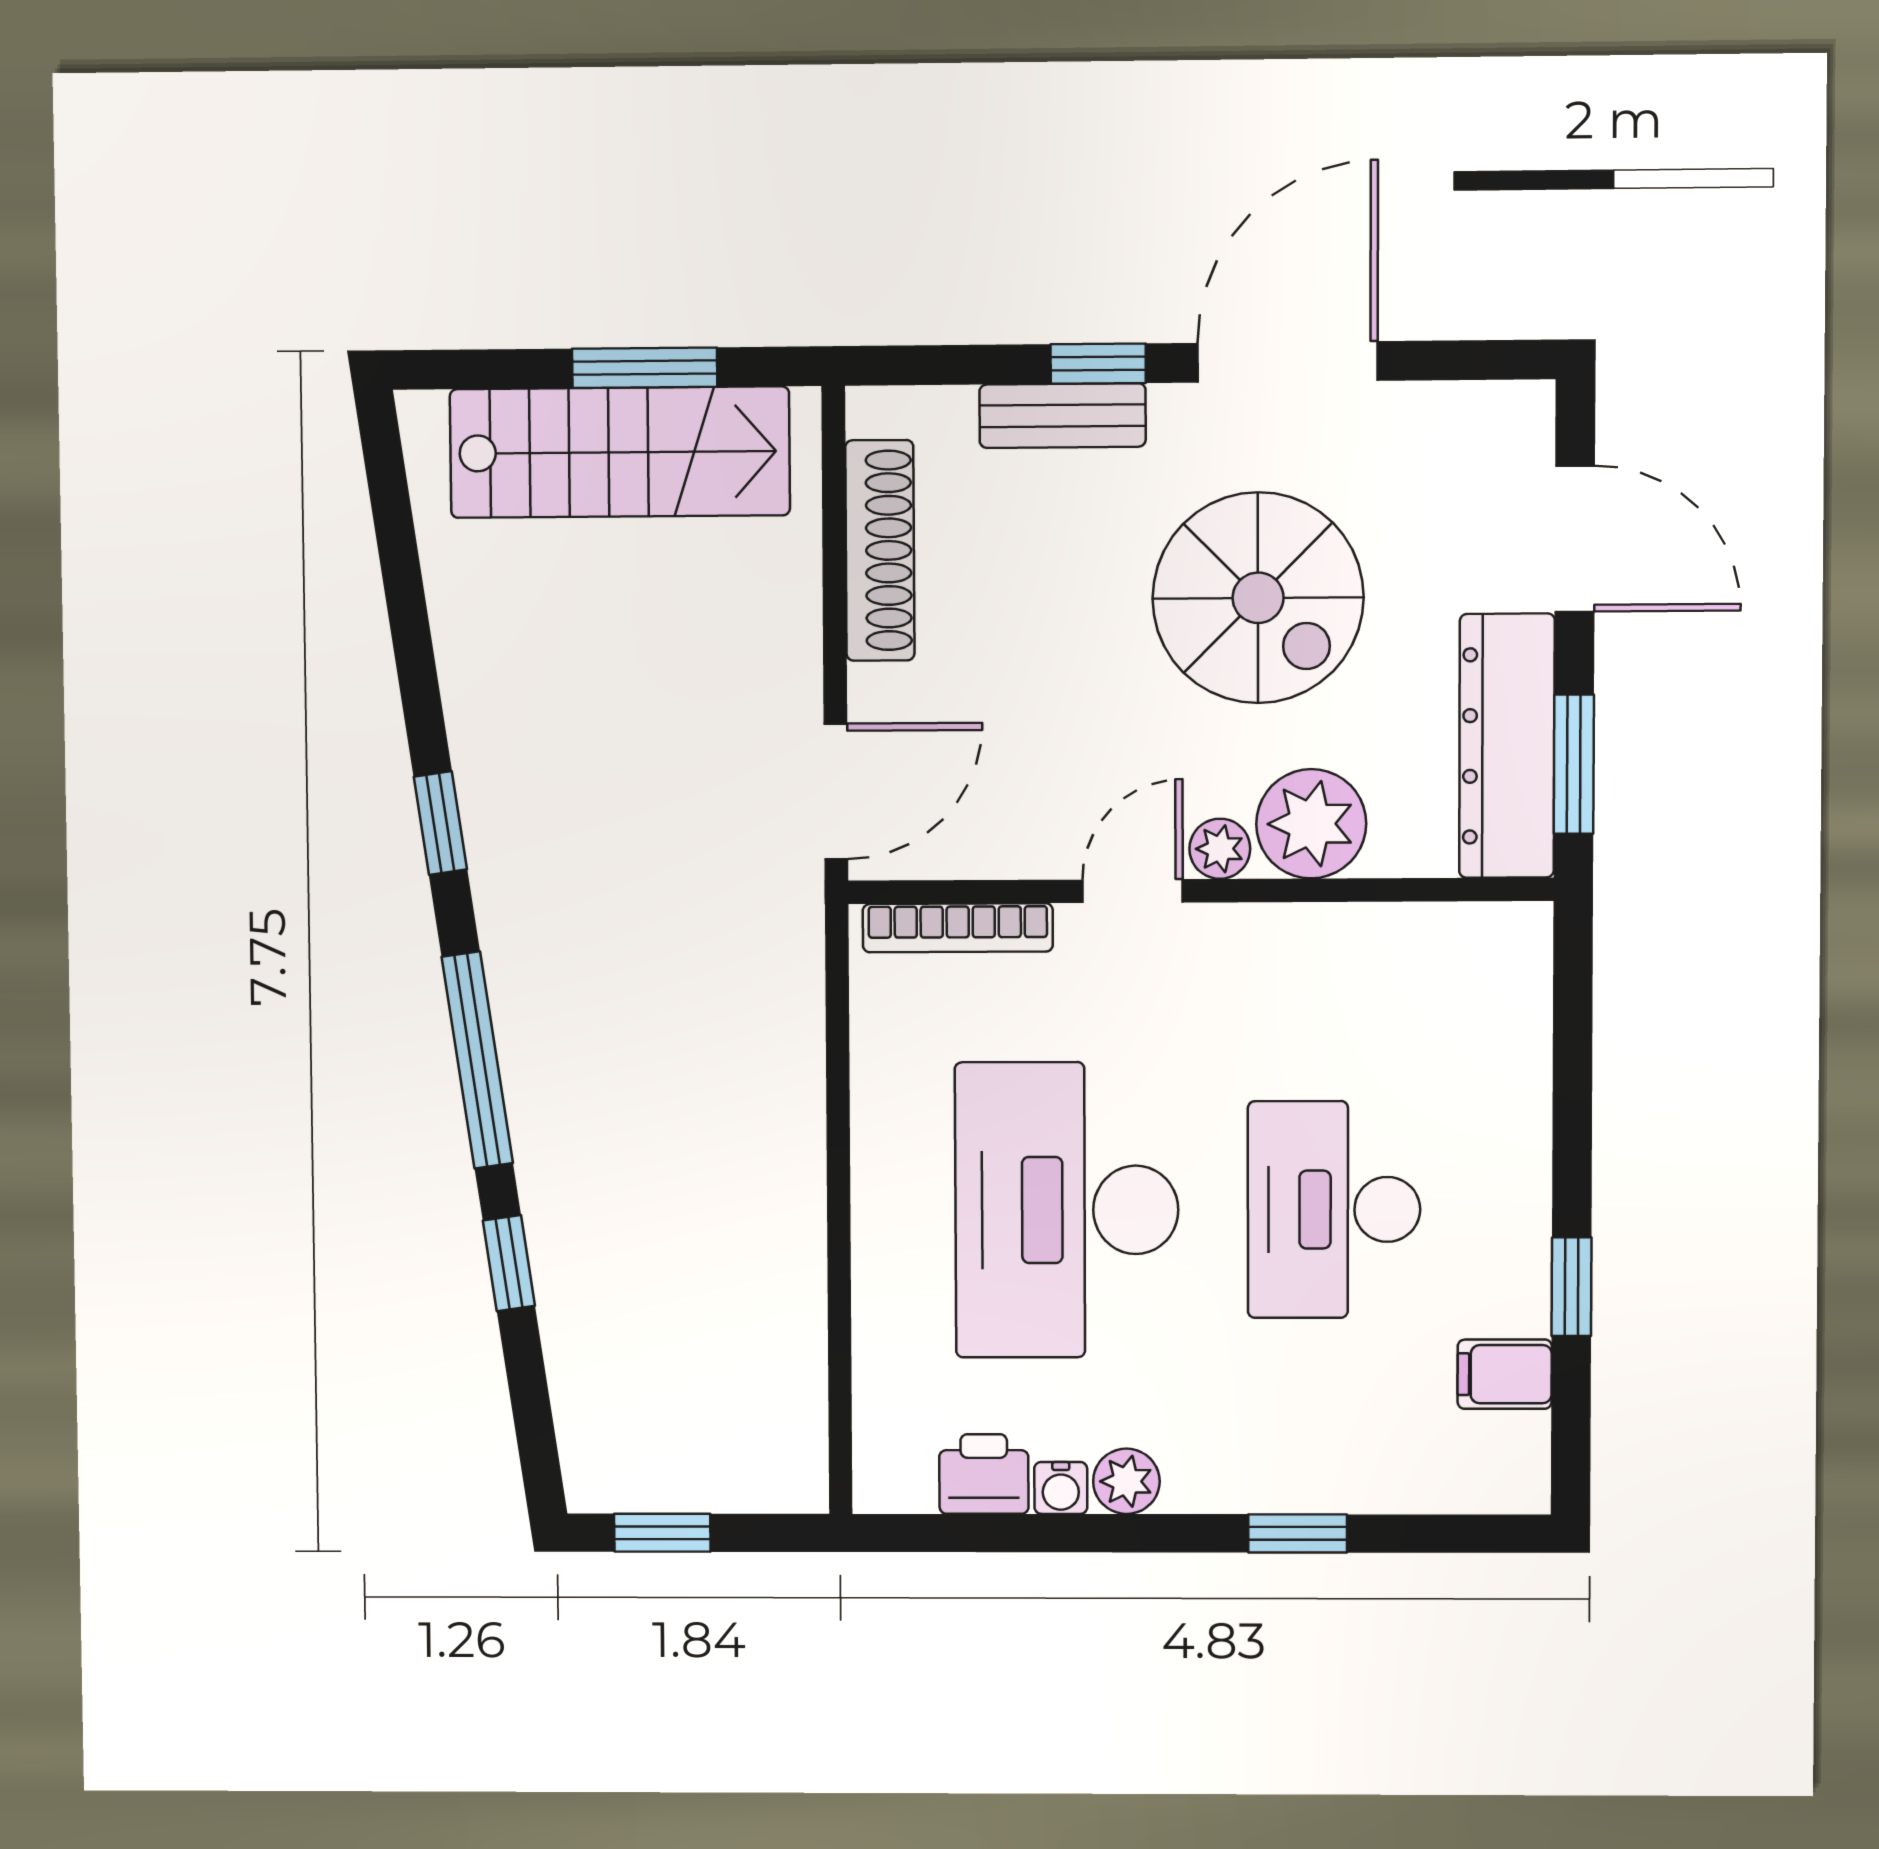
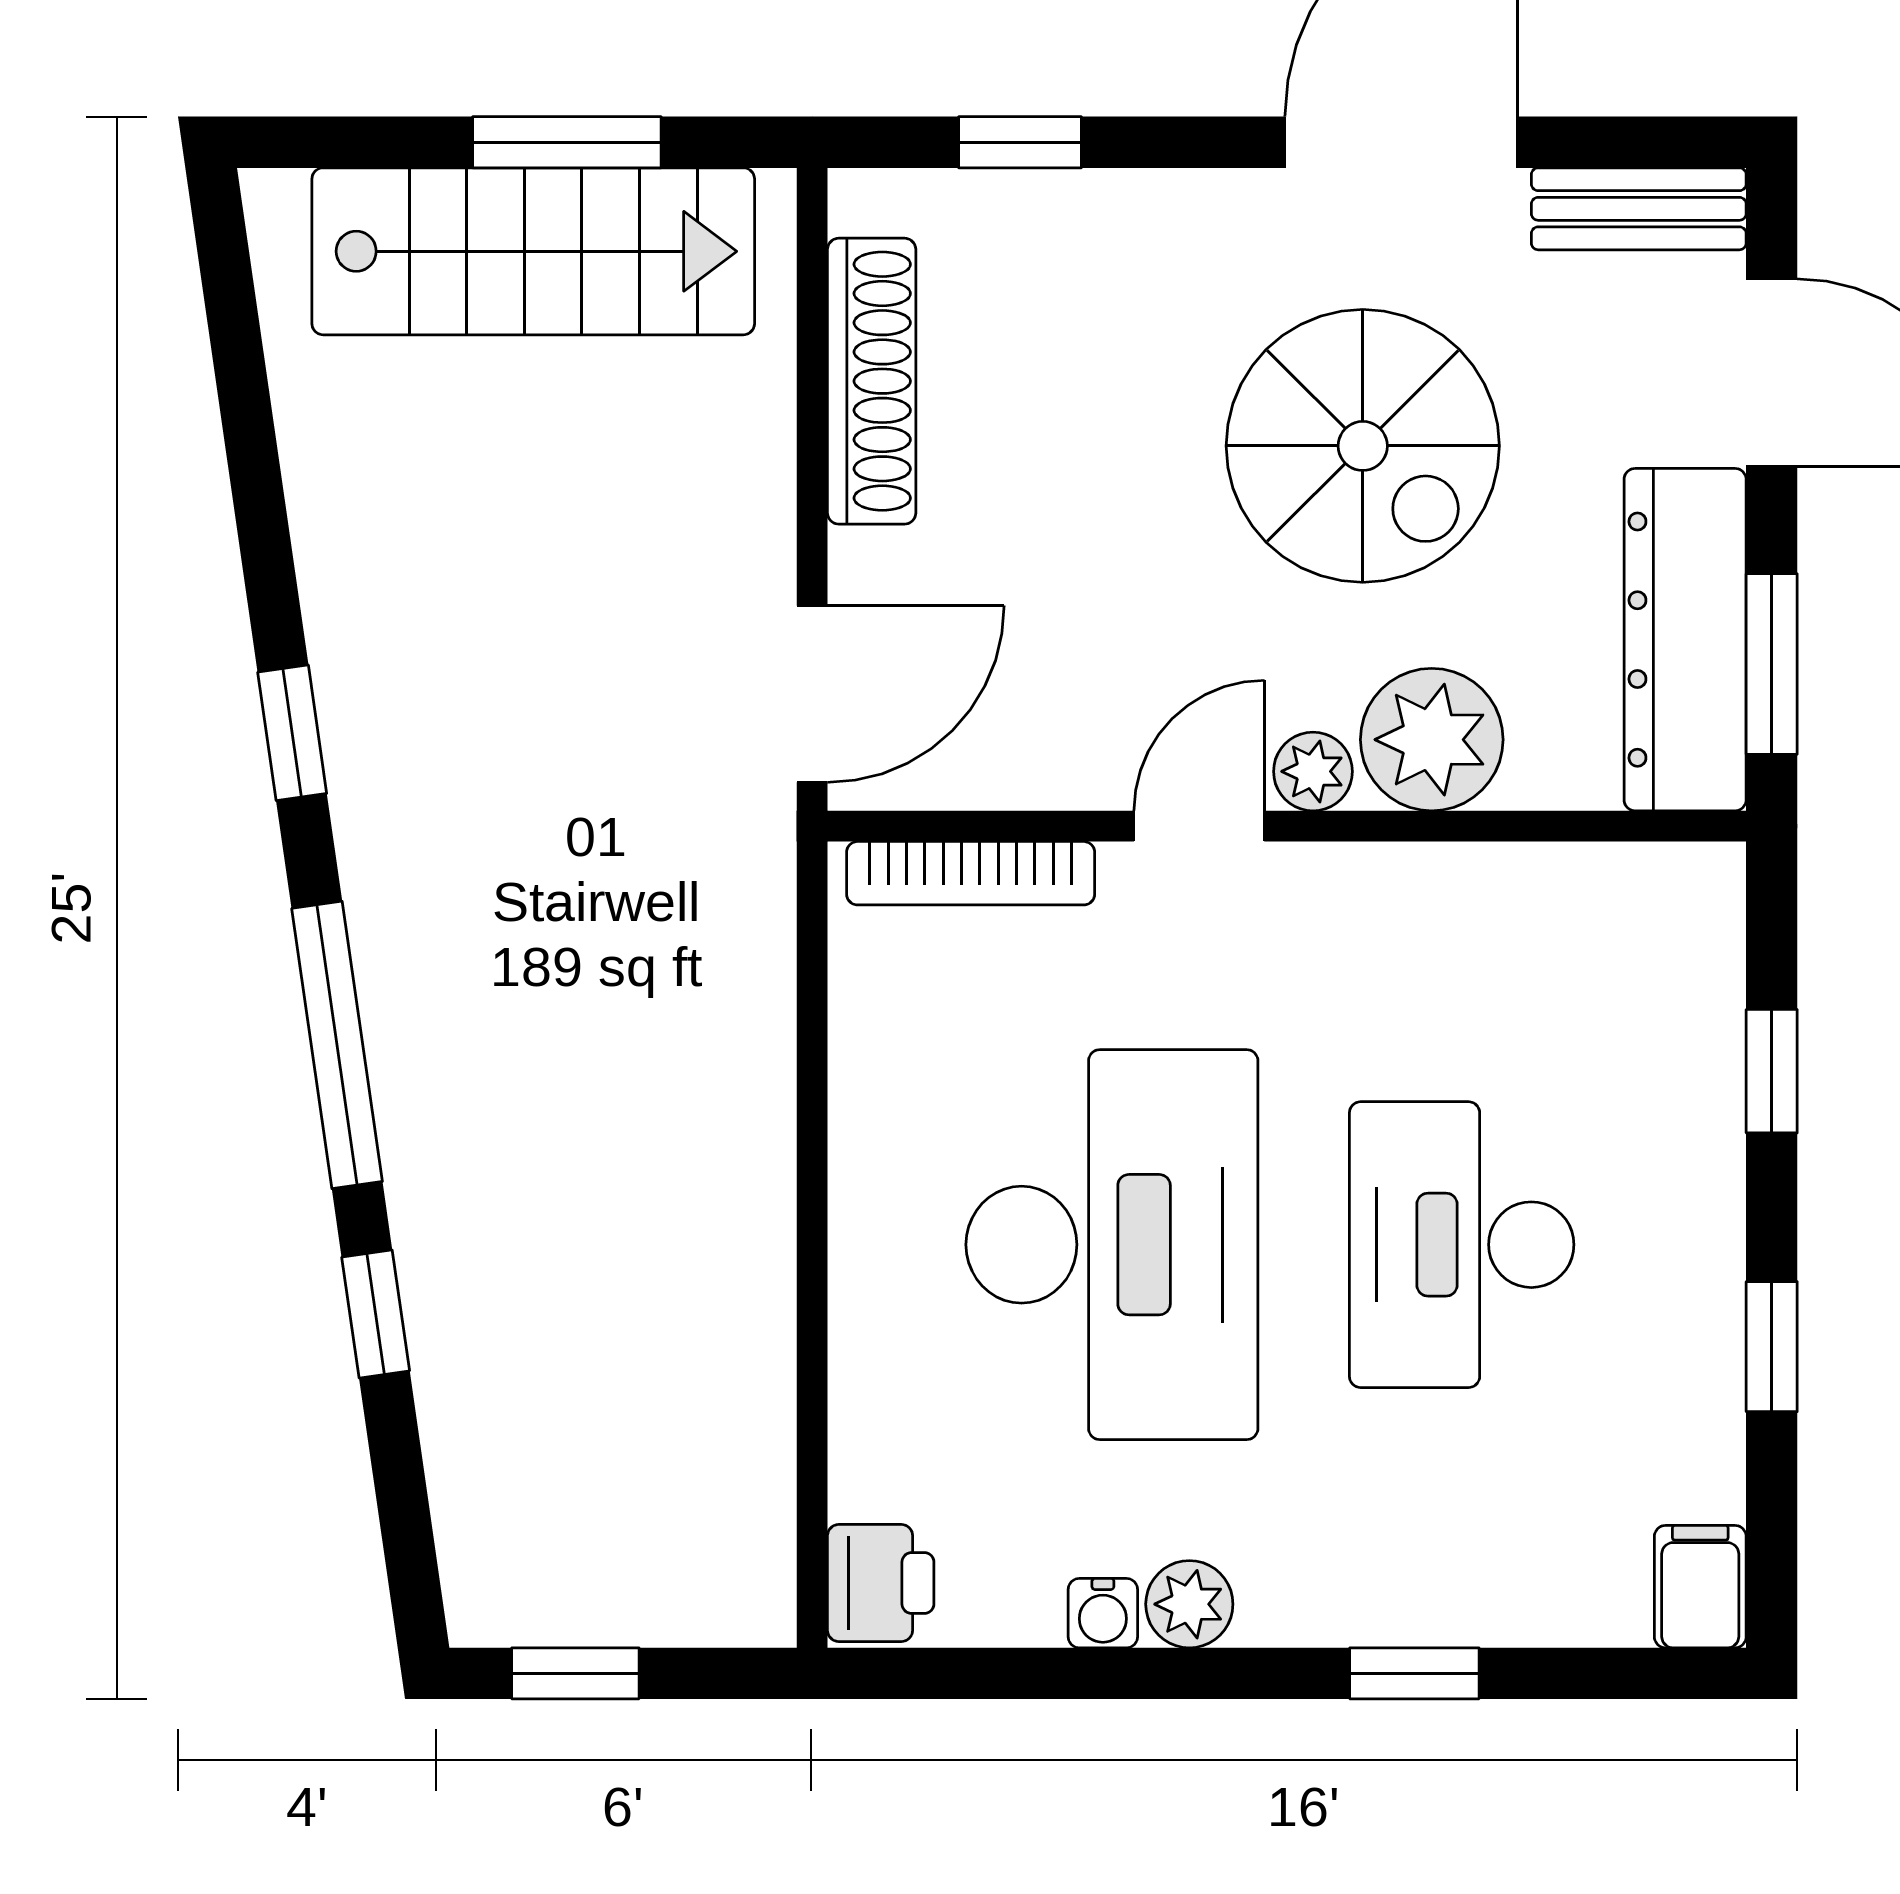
window: (1098, 364) -> (1020, 142), moved
bench: (1063, 416) -> (1639, 209), moved
window: (1572, 1077) -> (1772, 1071), added
desk: (1067, 1210) -> (1112, 1245), turned 180
filing cabinet: (1505, 1374) -> (1700, 1587), moved, turned 90
printer: (984, 1474) -> (881, 1583), moved, turned 90

